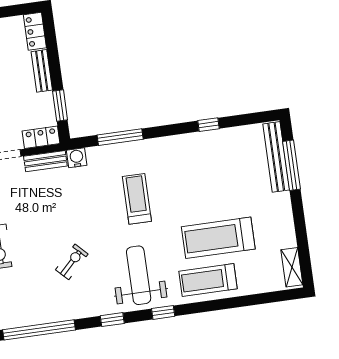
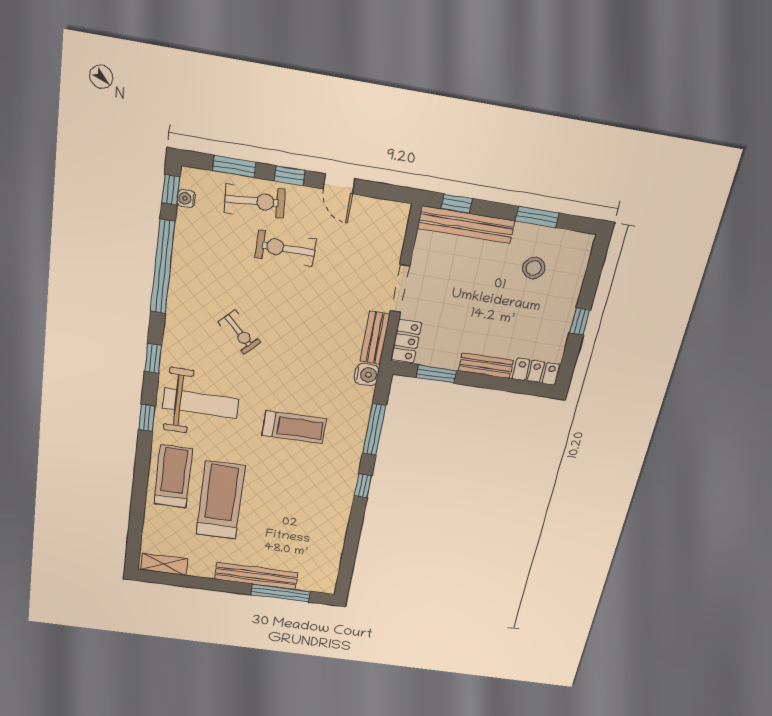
window: (209, 125) -> (363, 486), moved
bench: (276, 157) -> (256, 576), moved

